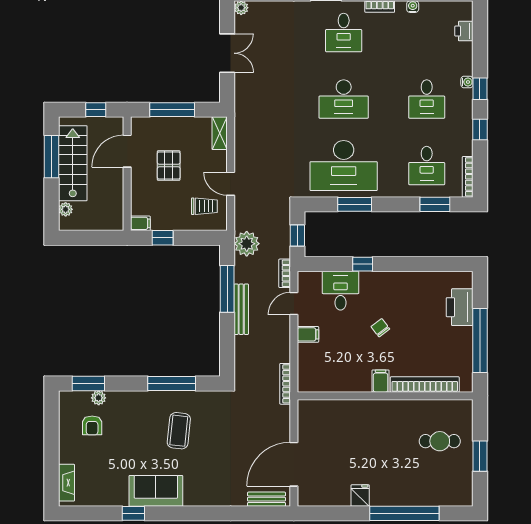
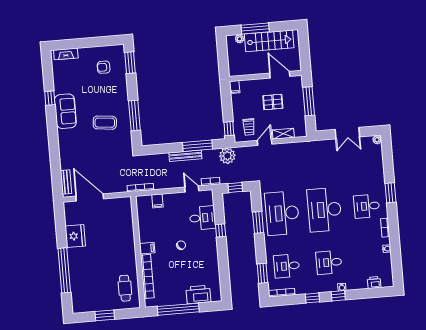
desk: (344, 99) -> (324, 210), width x1.36, depth x1.30
window: (96, 110) -> (305, 53), removed
shelving: (220, 133) -> (283, 134), moved
window: (52, 157) -> (255, 28), moved
window: (163, 238) -> (229, 129), moved
filing cabinet: (308, 334) -> (157, 201), moved
plant: (99, 398) -> (121, 70), removed
cafe table: (440, 441) -> (125, 288), moved
fridge: (360, 496) -> (75, 236), width x1.88, depth x1.34

